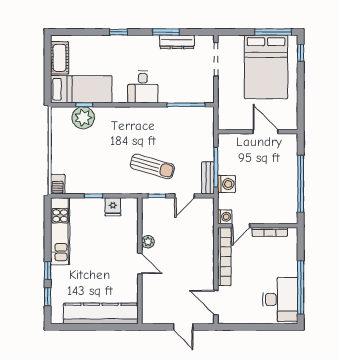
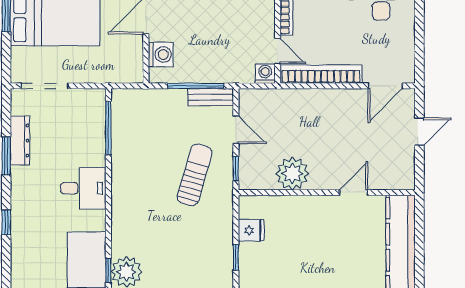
washing machine: (226, 184) -> (161, 55), moved, turned 90
plant: (148, 242) -> (292, 173), width x1.88, depth x1.88
door: (140, 264) -> (353, 193), moved

